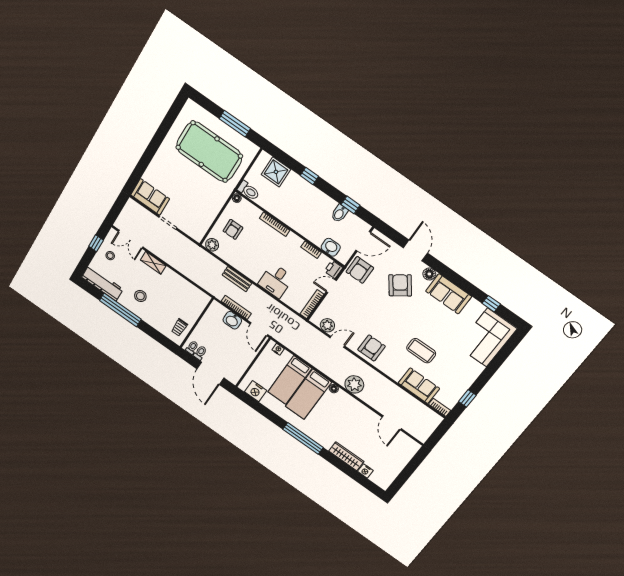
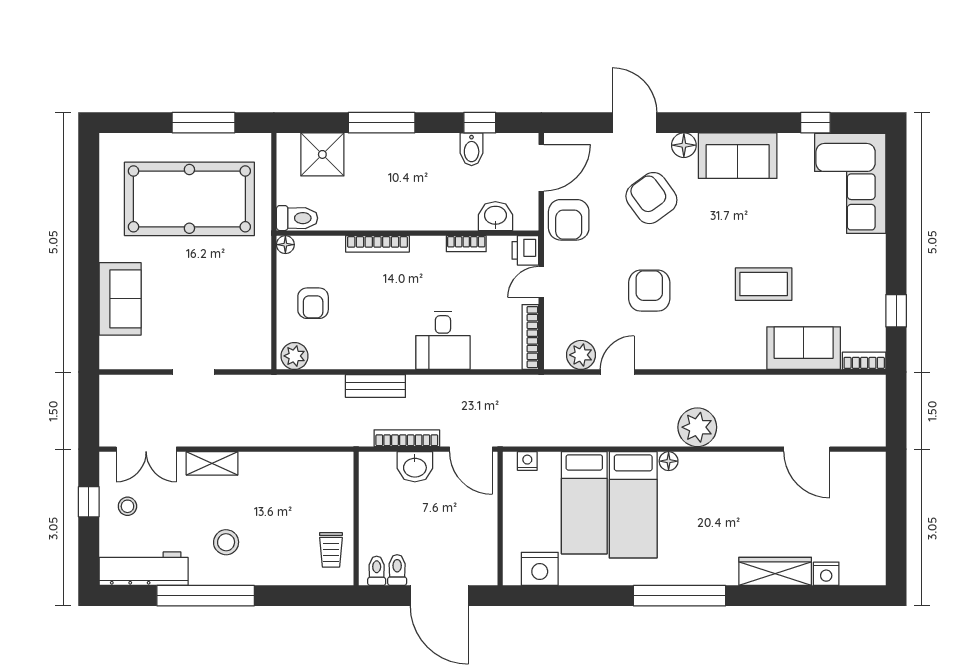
window: (309, 176) -> (382, 123), width x2.17
sofa: (150, 197) -> (120, 299), moved, turned 90
armchair: (372, 348) -> (649, 291), moved

